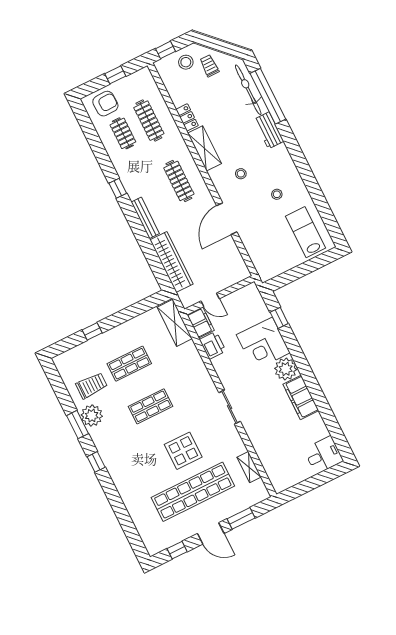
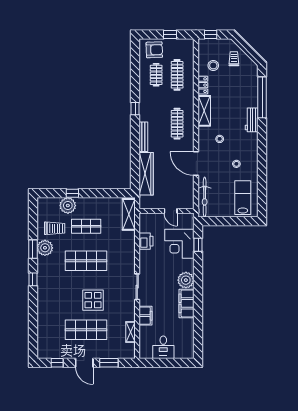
stool: (186, 62) -> (213, 65), moved
bicycle: (248, 90) -> (205, 197), moved, turned 180
door: (227, 219) -> (196, 164), hinge flipped
door: (210, 300) -> (171, 211), moved
filing cabinet: (201, 323) -> (146, 316), moved
corner desk: (263, 344) -> (179, 244), moved
plant: (94, 349) -> (68, 206), added
shop shelf: (150, 406) -> (86, 261), width x1.43, depth x1.36
desk: (323, 455) -> (163, 347), moved, turned 90
shop shelf: (193, 492) -> (86, 330), width x0.71

